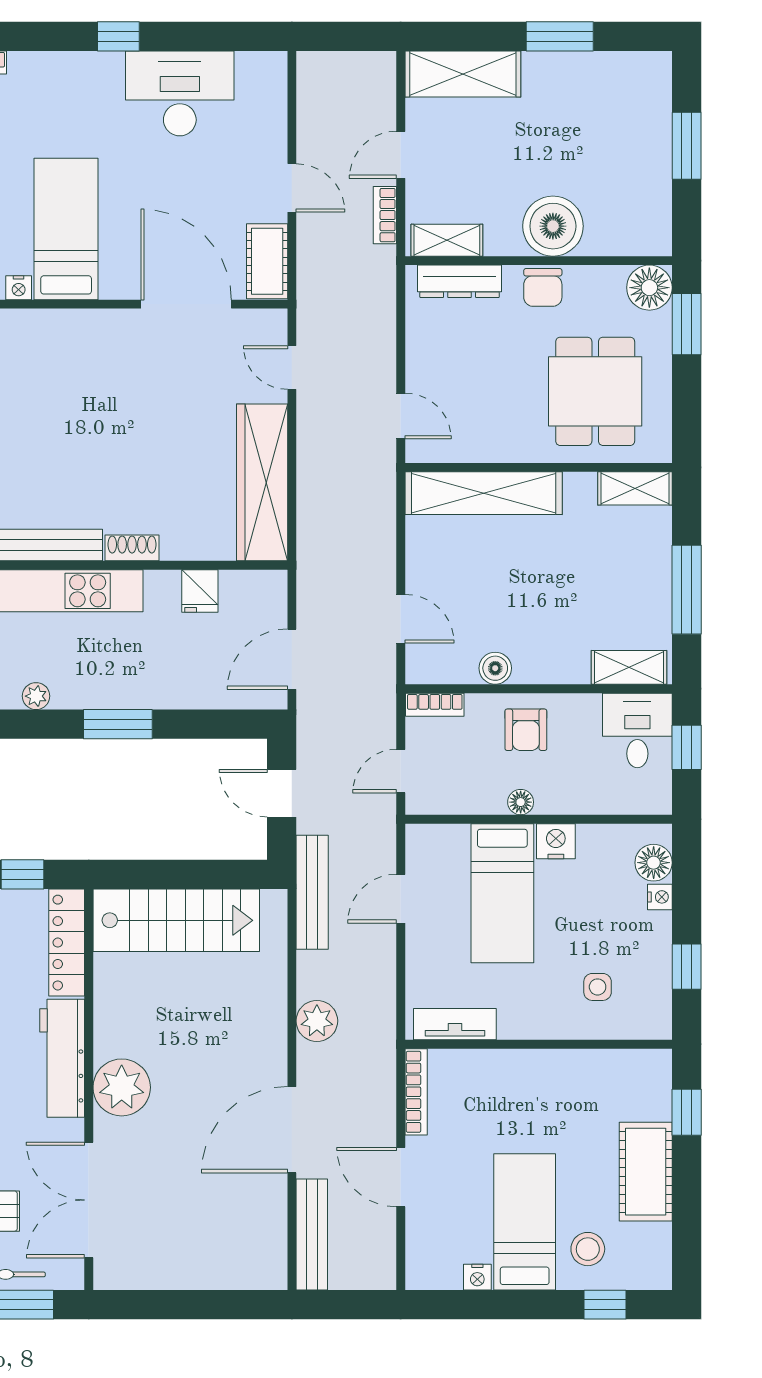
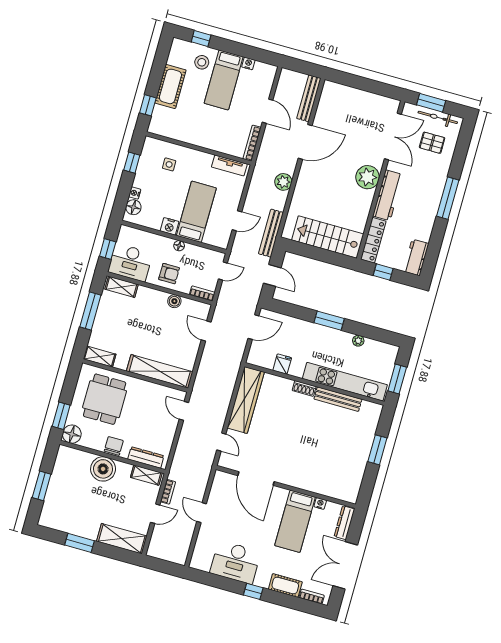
cot: (267, 261) -> (285, 586), moved, turned 90
armchair: (526, 730) -> (169, 274), turned 90
desk: (637, 730) -> (130, 262), width x1.37

